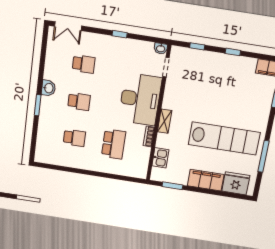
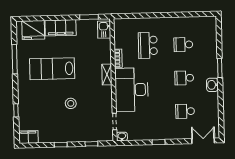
stool: (211, 97) -> (71, 103), added
lab bench: (224, 139) -> (52, 69), width x0.73
kitchen sink: (160, 158) -> (104, 30), moved

